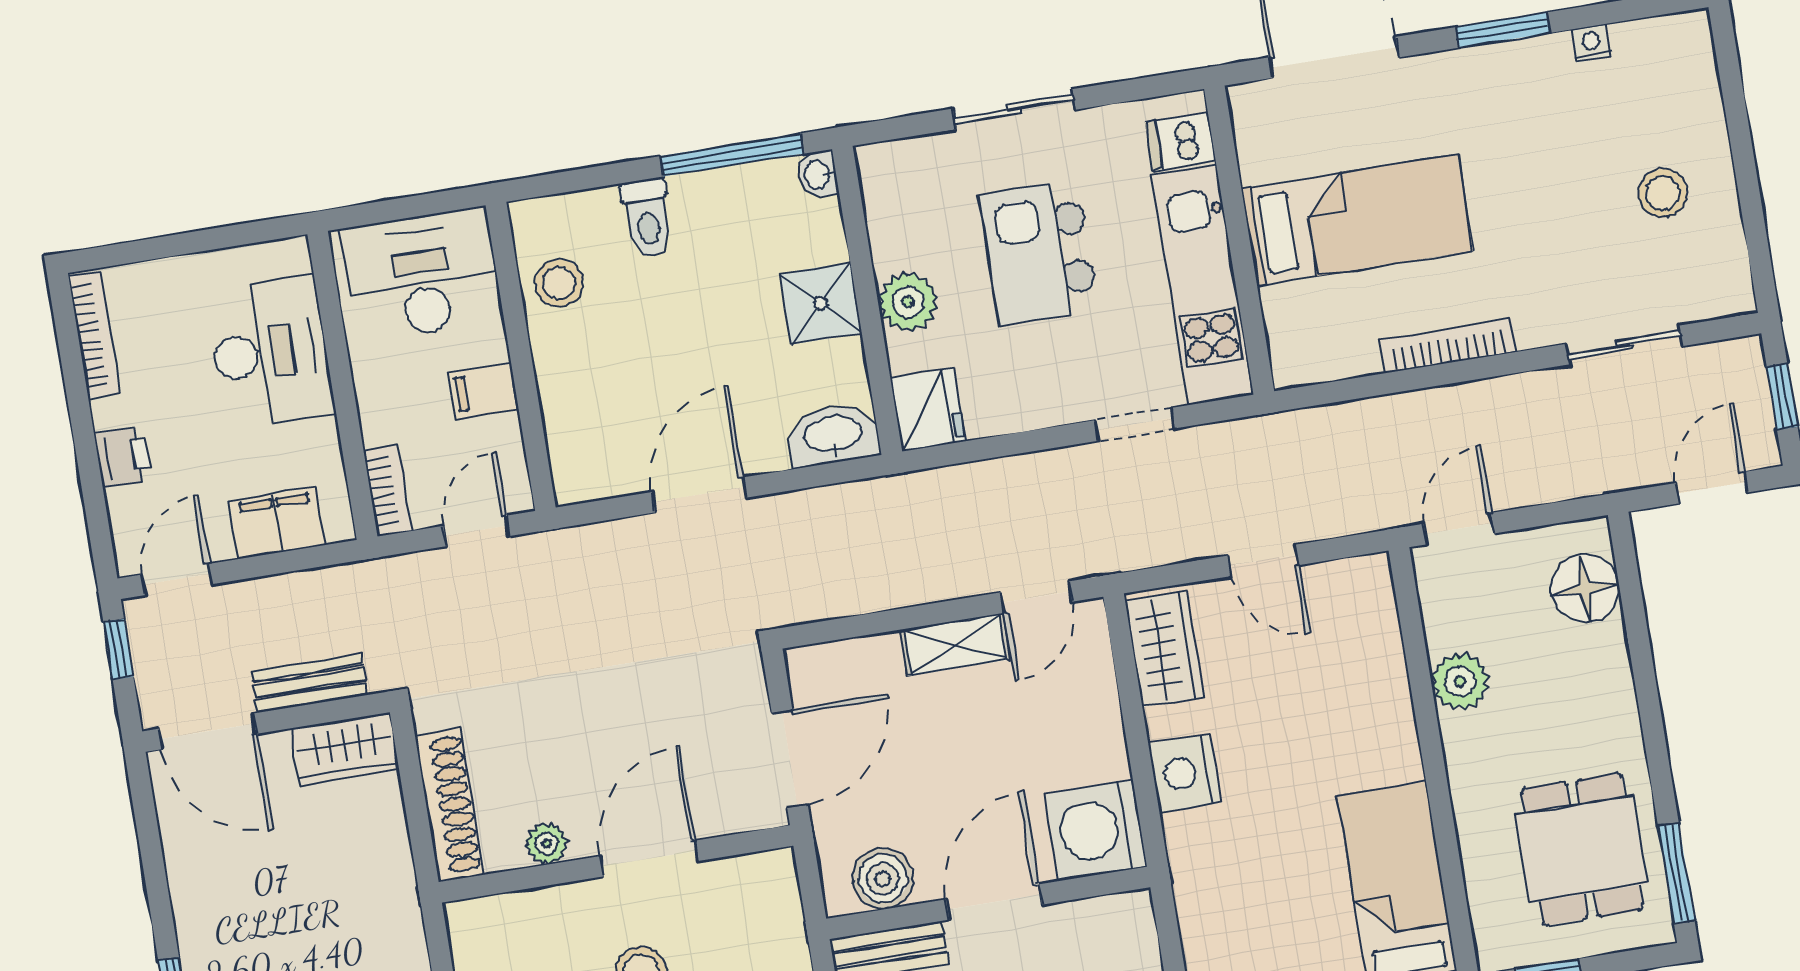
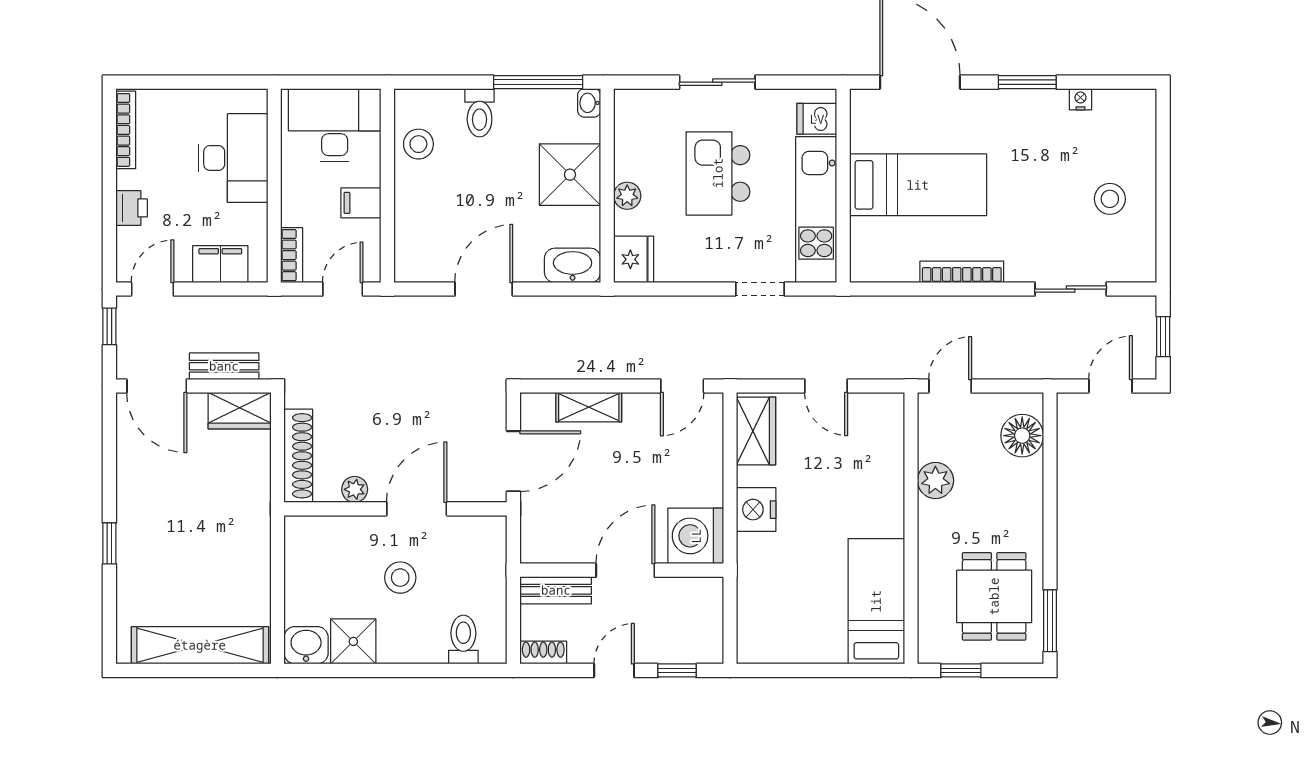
plant: (908, 302) -> (627, 196), width x0.73, depth x0.73
shower: (821, 303) -> (570, 175), width x1.36, depth x1.36
shelving: (956, 645) -> (589, 407), moved
boiler: (883, 879) -> (559, 545), removed

